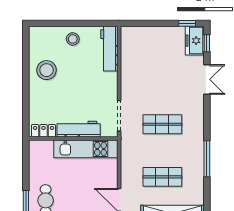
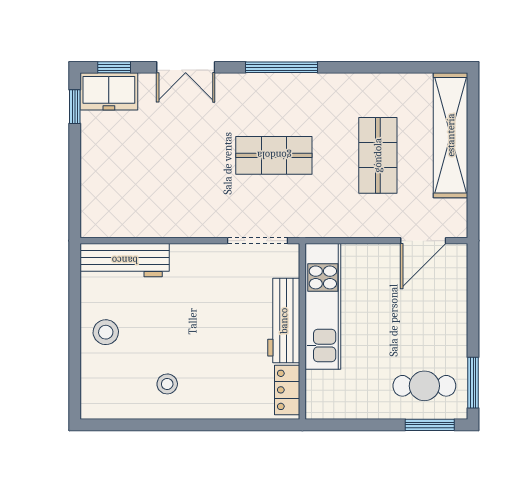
stool: (47, 70) -> (167, 384), width x0.53, depth x0.53
double door: (207, 79) -> (186, 67), swing flipped
shop shelf: (162, 124) -> (274, 155), turned 90
window: (207, 159) -> (282, 67), moved

